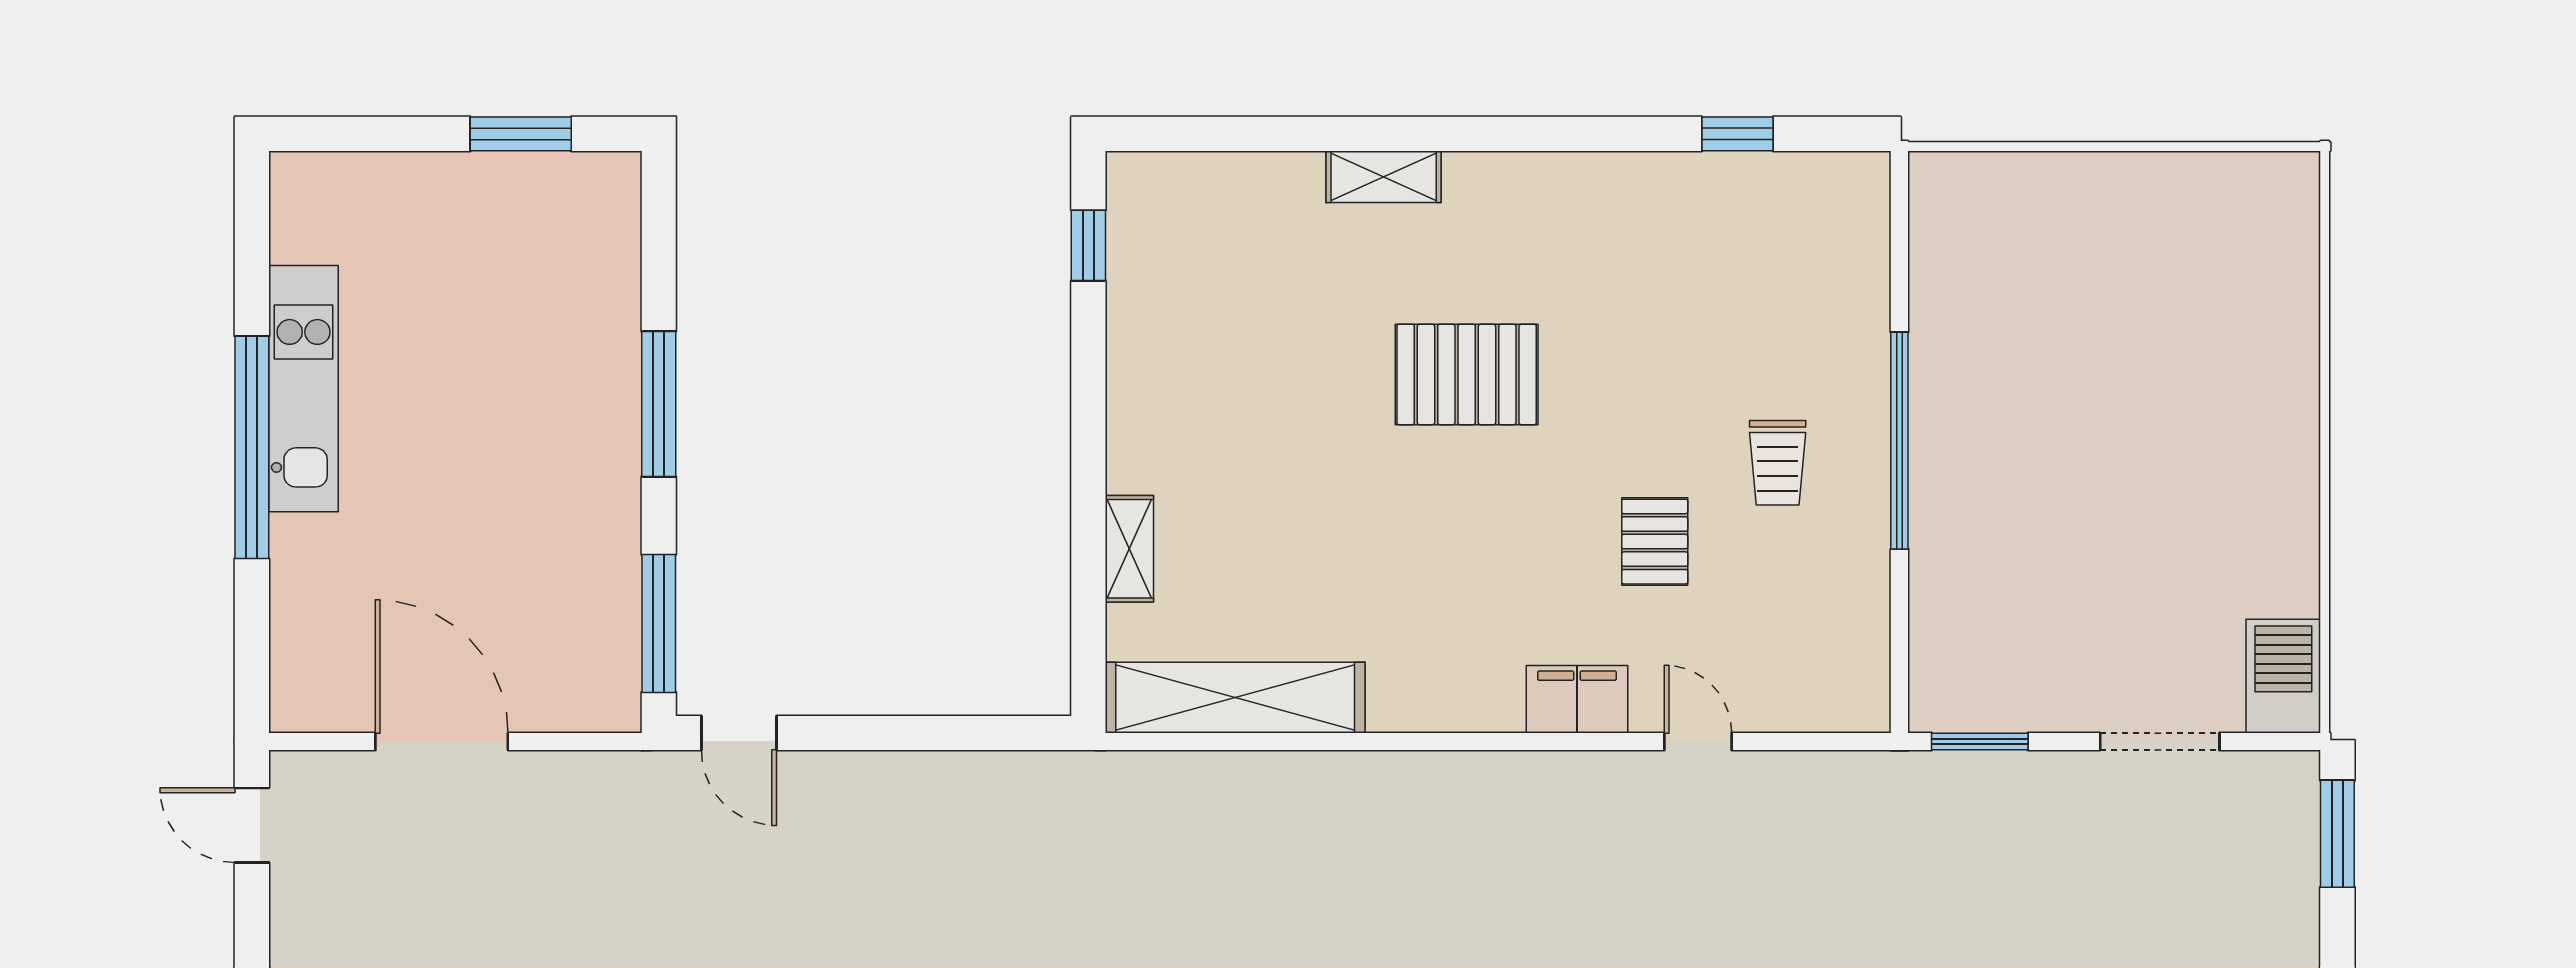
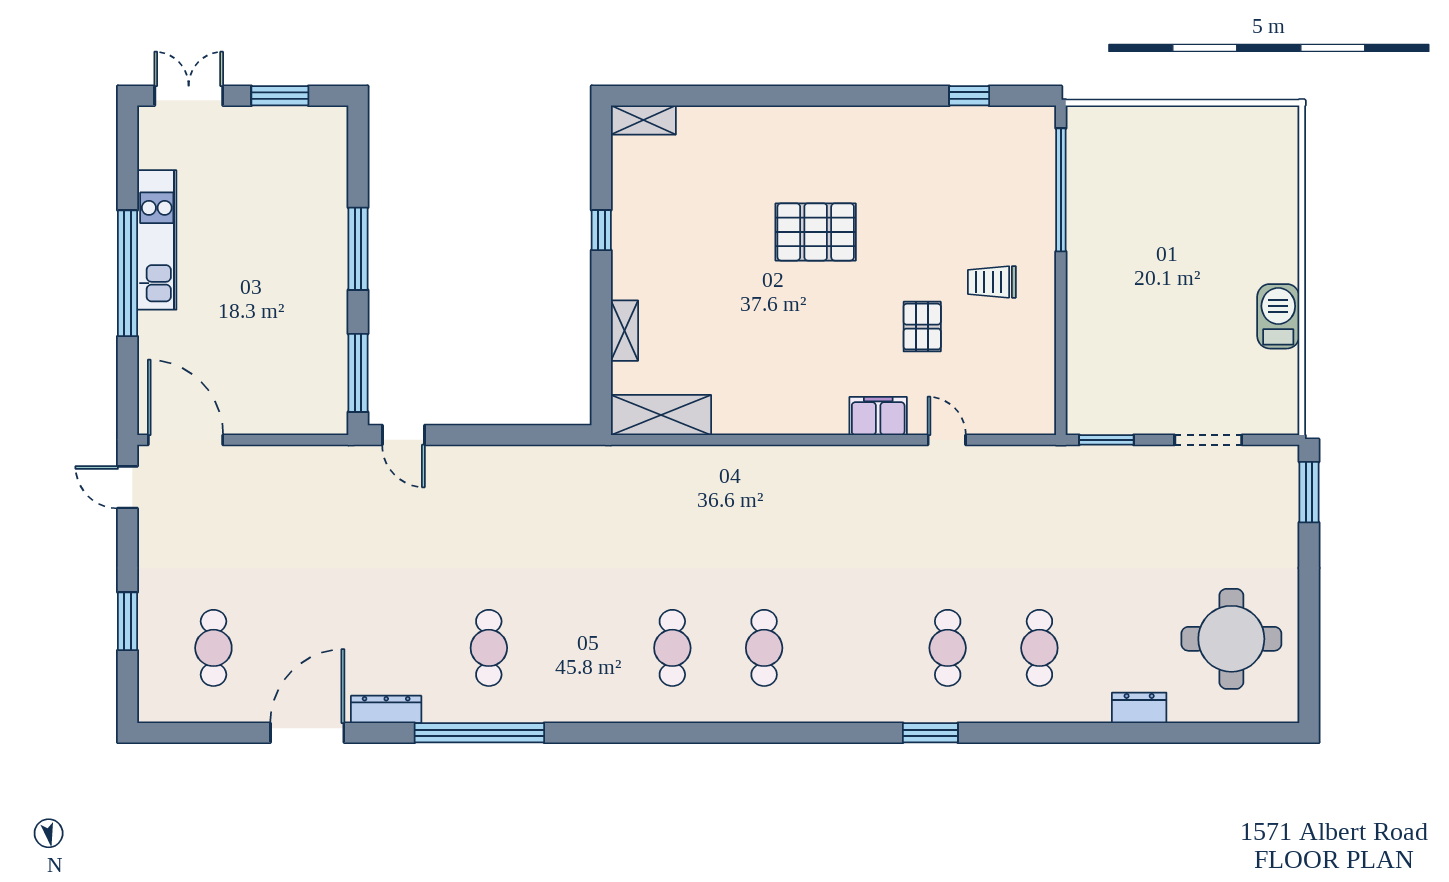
double door: (360, 134) -> (189, 96), added
shelving: (1384, 177) -> (643, 120), moved
window: (1088, 245) -> (601, 230), moved
window: (1899, 441) -> (1061, 190), moved
trolley: (1778, 463) -> (992, 282), turned 90
barbecue: (2283, 676) -> (1278, 316), moved
shelving: (1235, 698) -> (661, 415), width x0.68
door: (442, 741) -> (186, 440), moved

